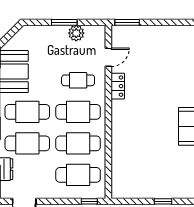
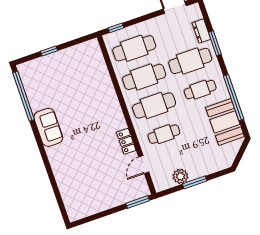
cafe table: (27, 112) -> (200, 90), width x0.73, depth x0.74

